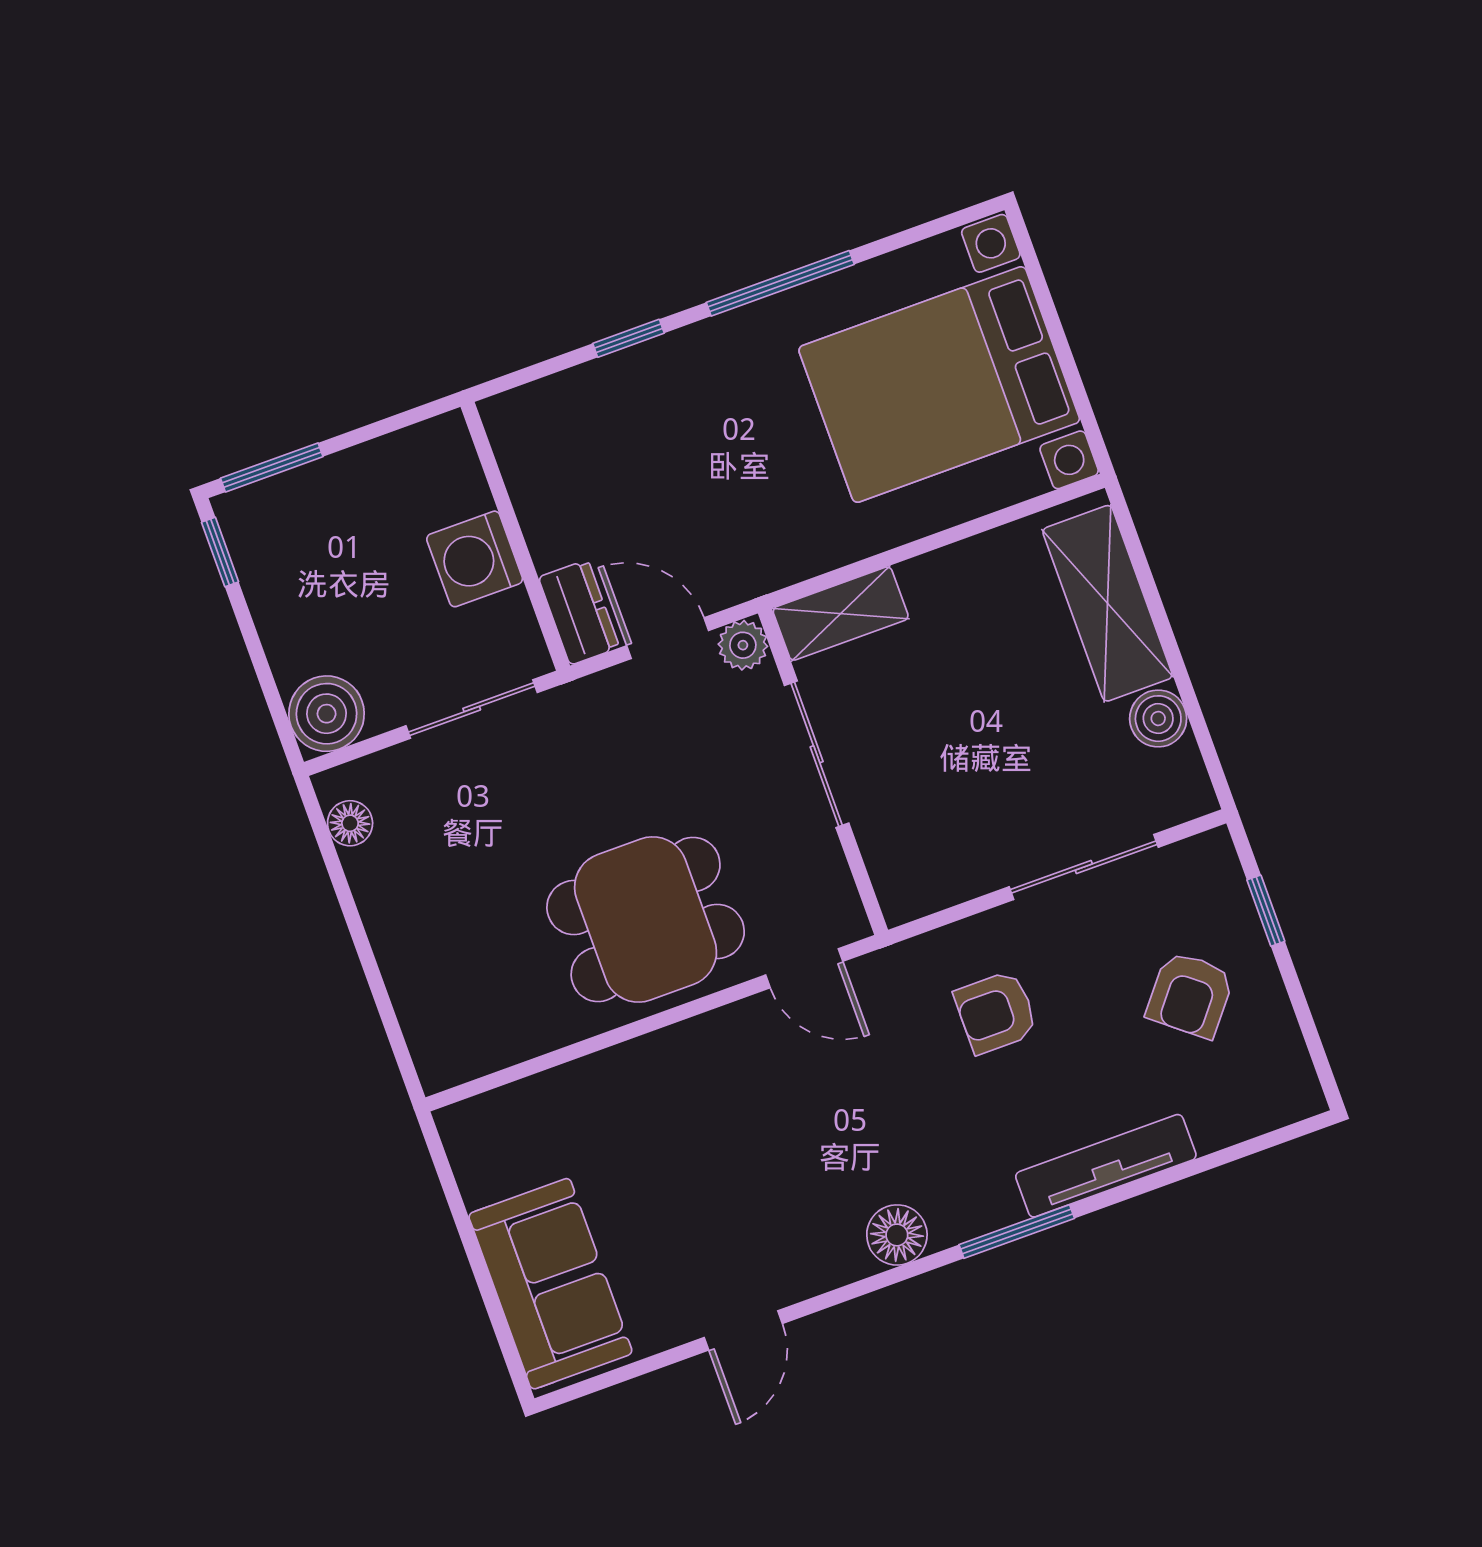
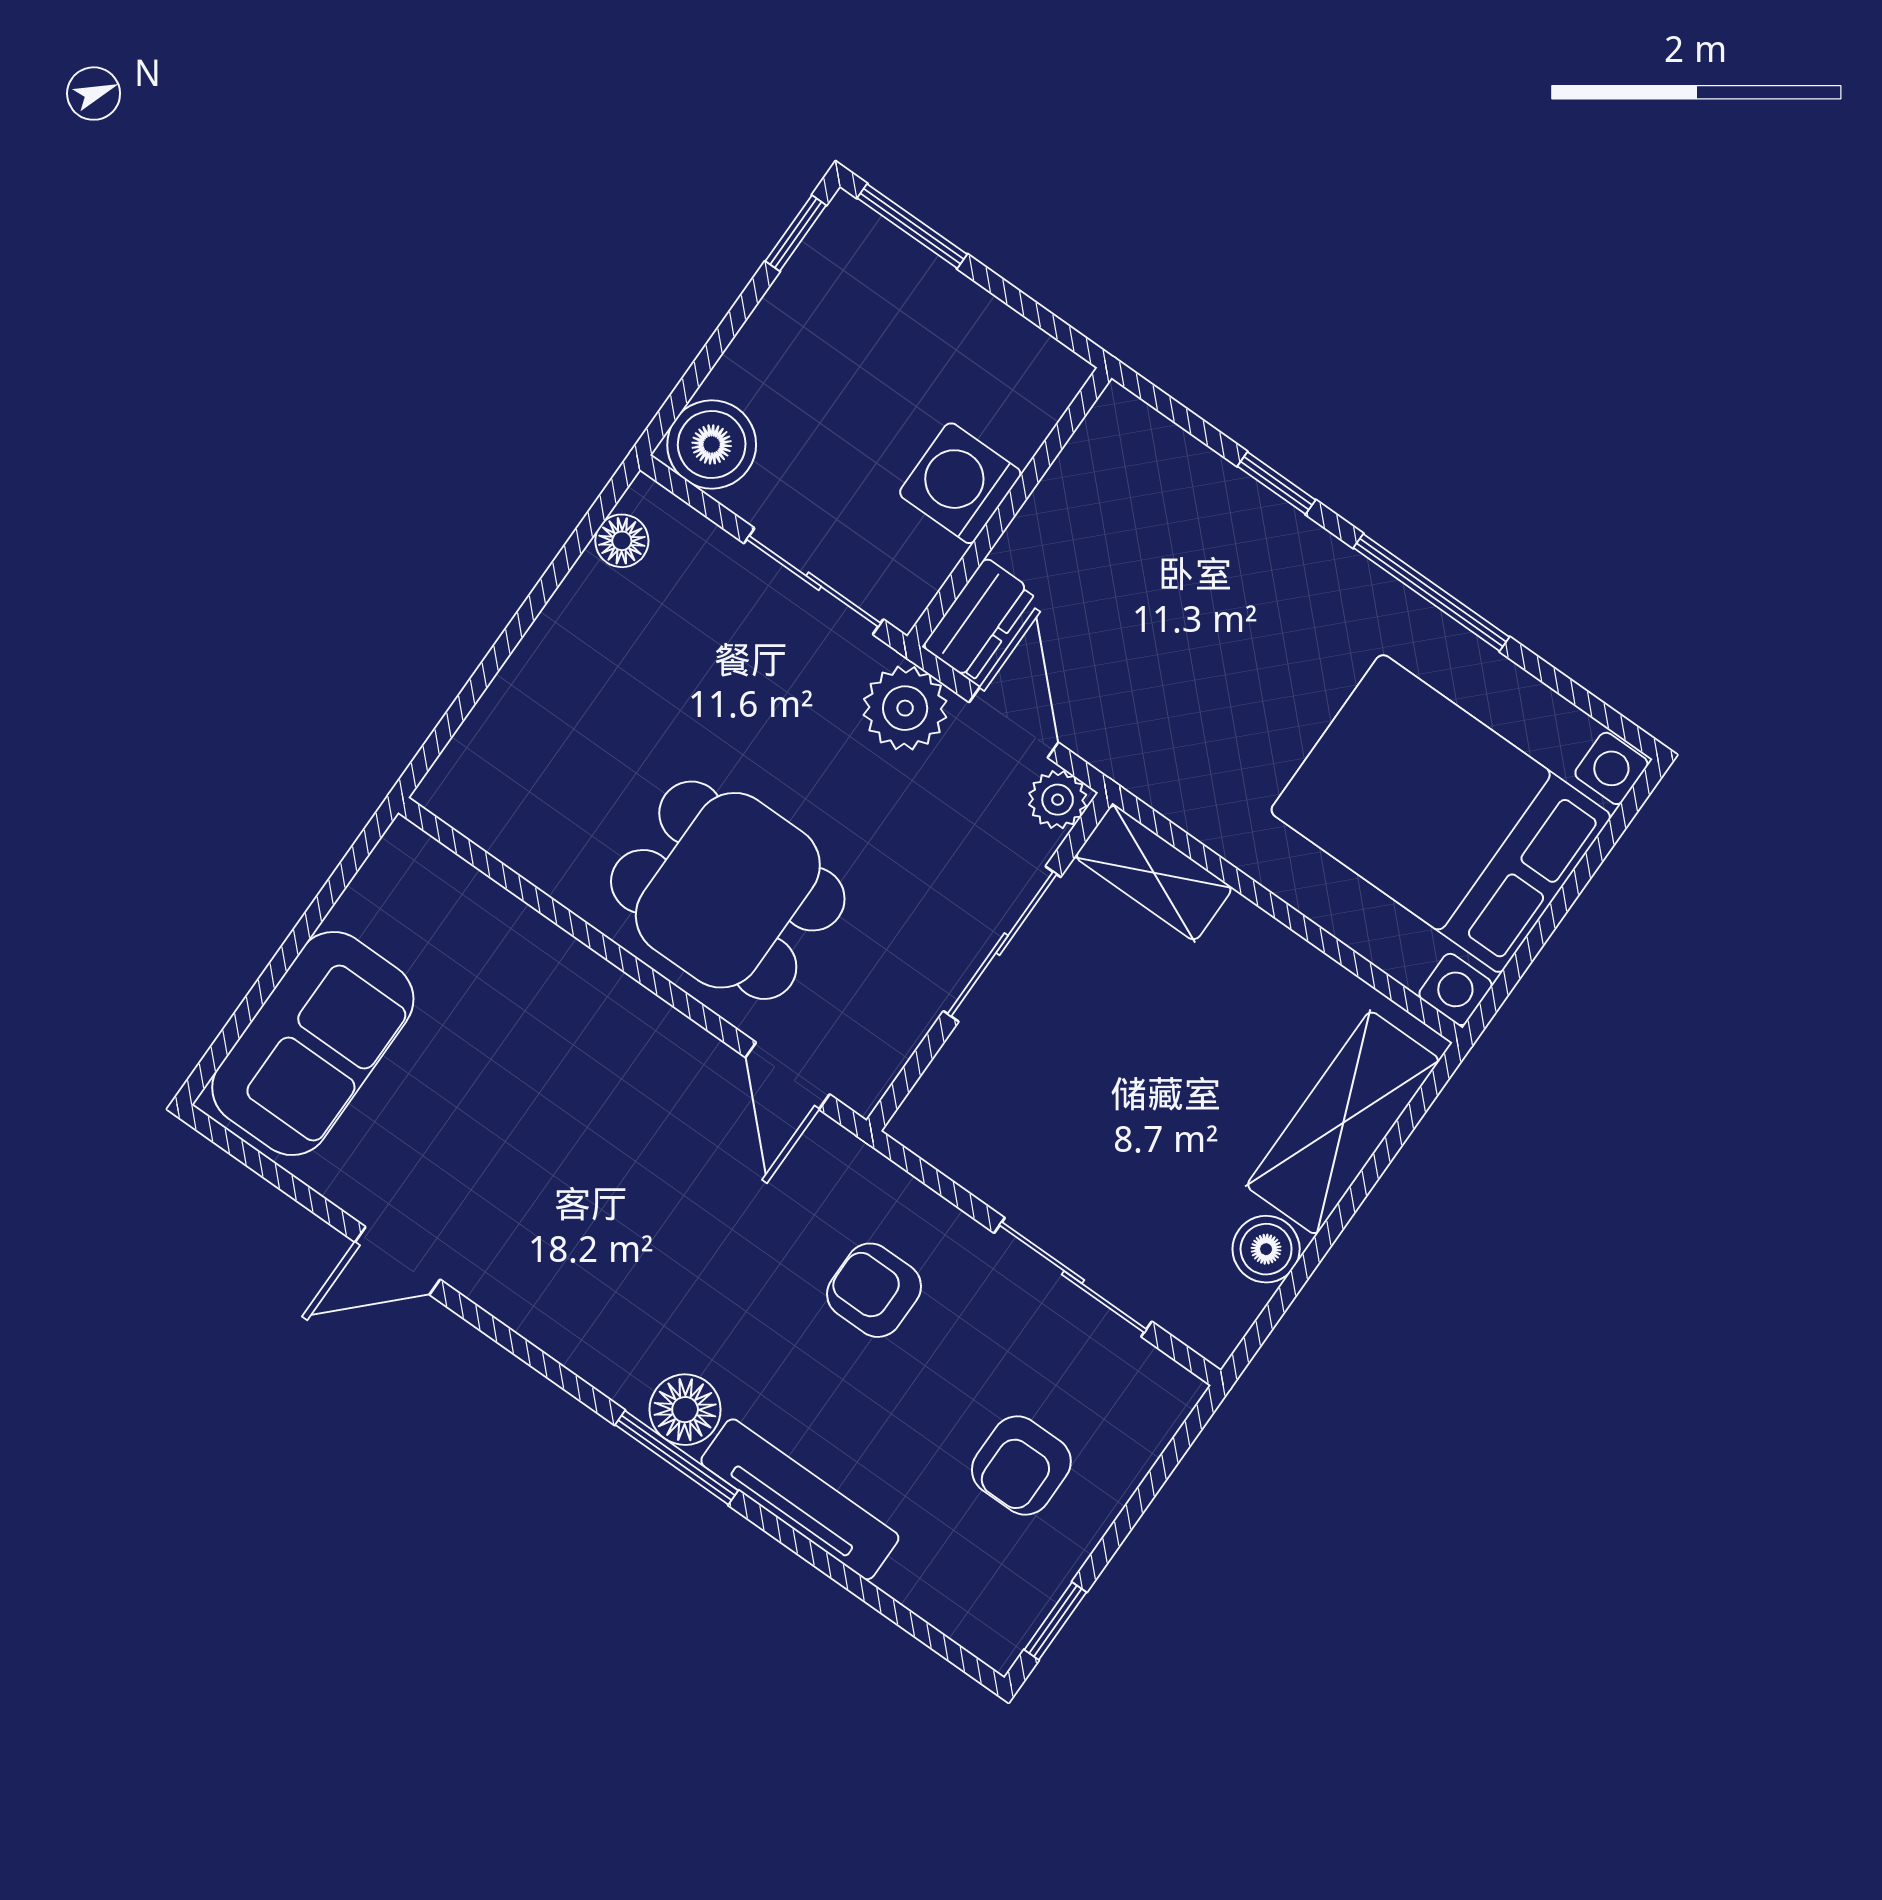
plant: (605, 707) -> (905, 708), added
window: (1266, 911) -> (1055, 1621), moved
armchair: (1190, 995) -> (1021, 1466), turned -39
floor lamp: (897, 1235) -> (685, 1410), moved

